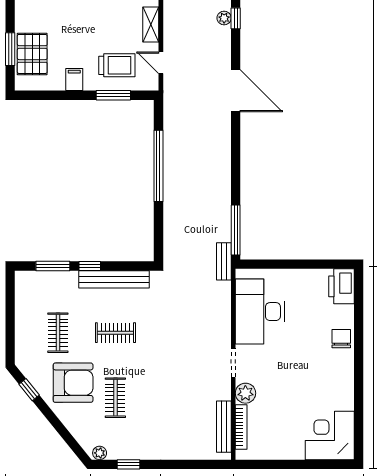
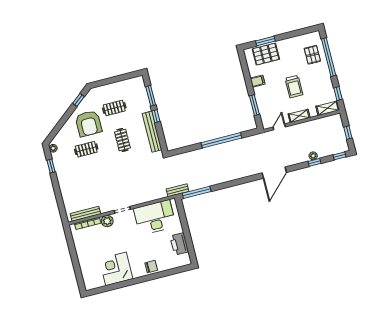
trolley: (117, 65) -> (294, 87), moved
printer: (341, 286) -> (179, 244), moved, turned -90
corner desk: (330, 435) -> (116, 269), moved, turned -90

